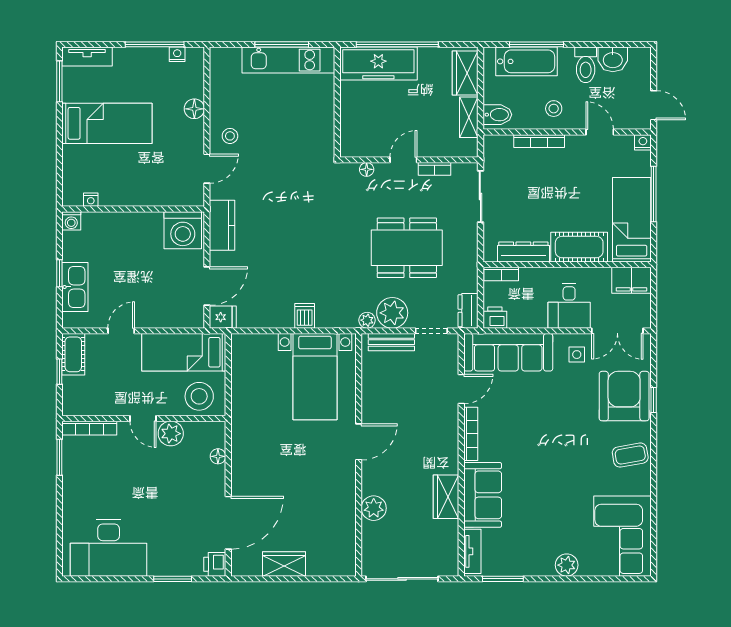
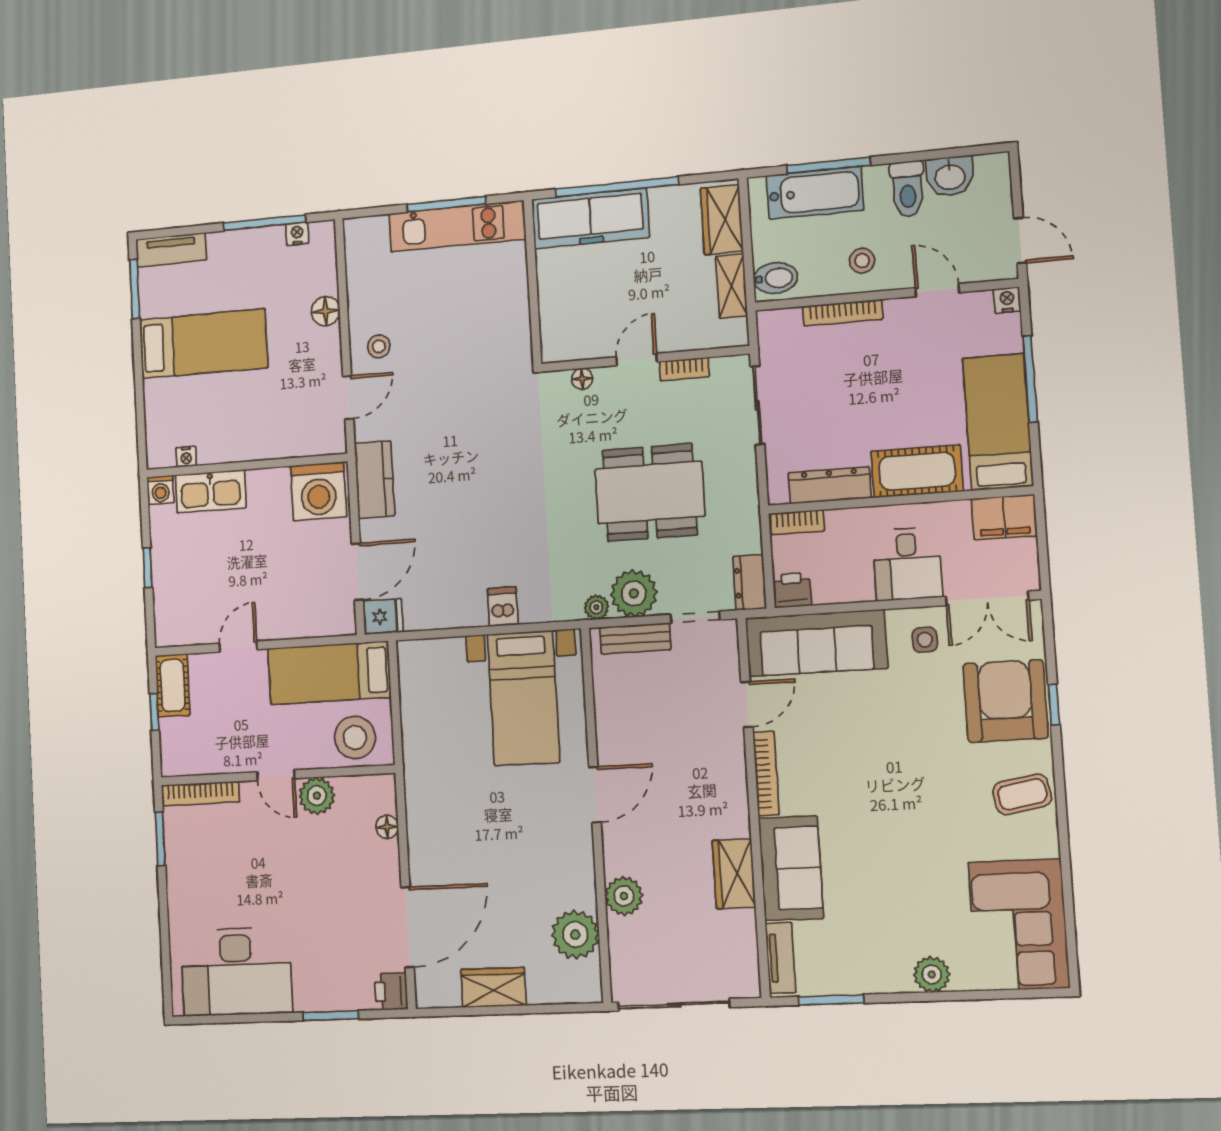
kitchen sink: (75, 287) -> (211, 491), moved, turned 90
plant: (340, 532) -> (575, 935), added

